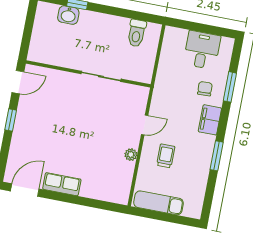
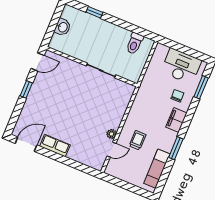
washbasin: (68, 15) -> (63, 27), moved, turned -90
desk: (202, 50) -> (181, 66), width x1.37
window: (230, 87) -> (201, 87), moved
door: (145, 125) -> (112, 150), moved
exam couch: (159, 203) -> (157, 169), moved, turned -90

